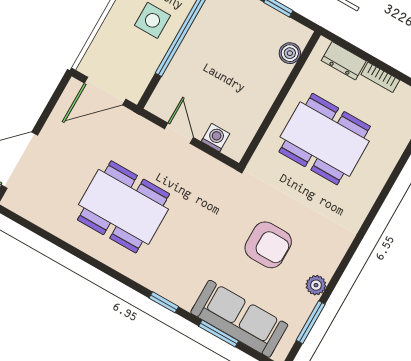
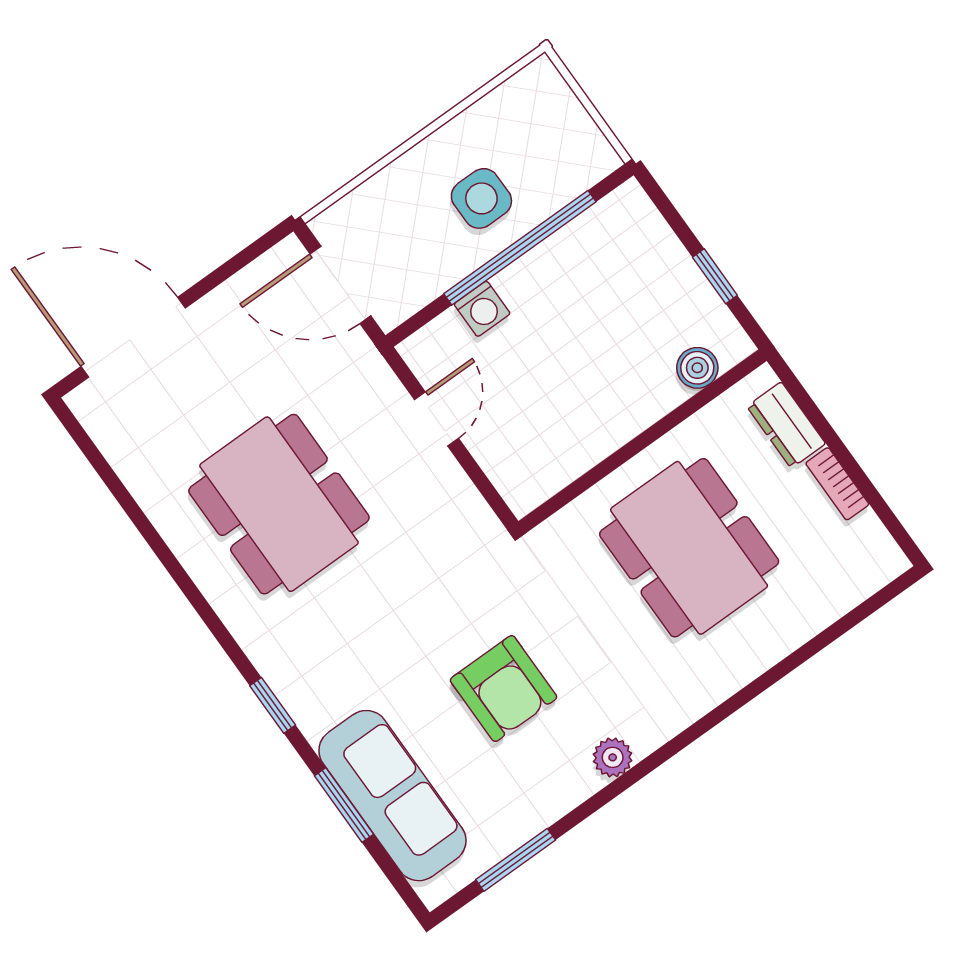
washing machine: (216, 138) -> (482, 309), moved, turned 90
plant: (316, 285) -> (613, 757), moved

